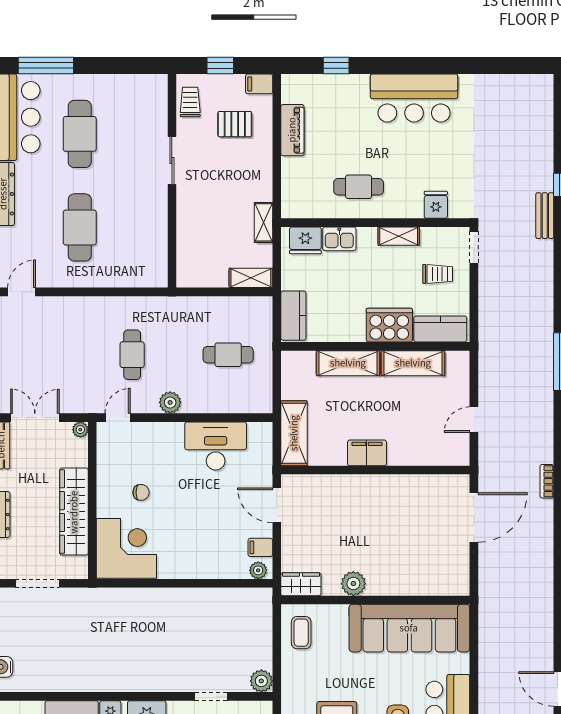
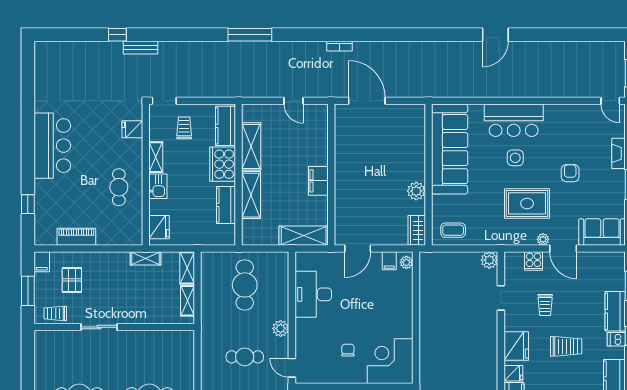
window: (220, 65) -> (28, 291), width x1.50
kitchen sink: (339, 239) -> (158, 186), moved
shelving: (207, 278) -> (188, 301), added
kitchen counter: (293, 316) -> (226, 205), moved, turned -90
cafe table: (228, 355) -> (245, 285), width x1.37, depth x1.35

